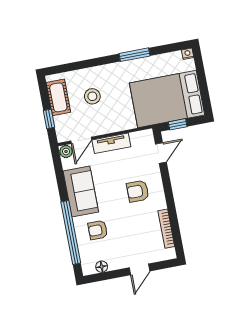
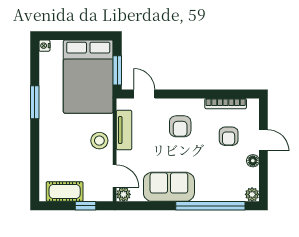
stool: (92, 96) -> (99, 141), moved
window: (178, 124) -> (117, 70), width x1.50
tv unit: (111, 143) -> (124, 130), moved
armchair: (98, 230) -> (229, 136), moved
floor lamp: (102, 267) -> (253, 161), moved
plant: (88, 269) -> (252, 194), added

